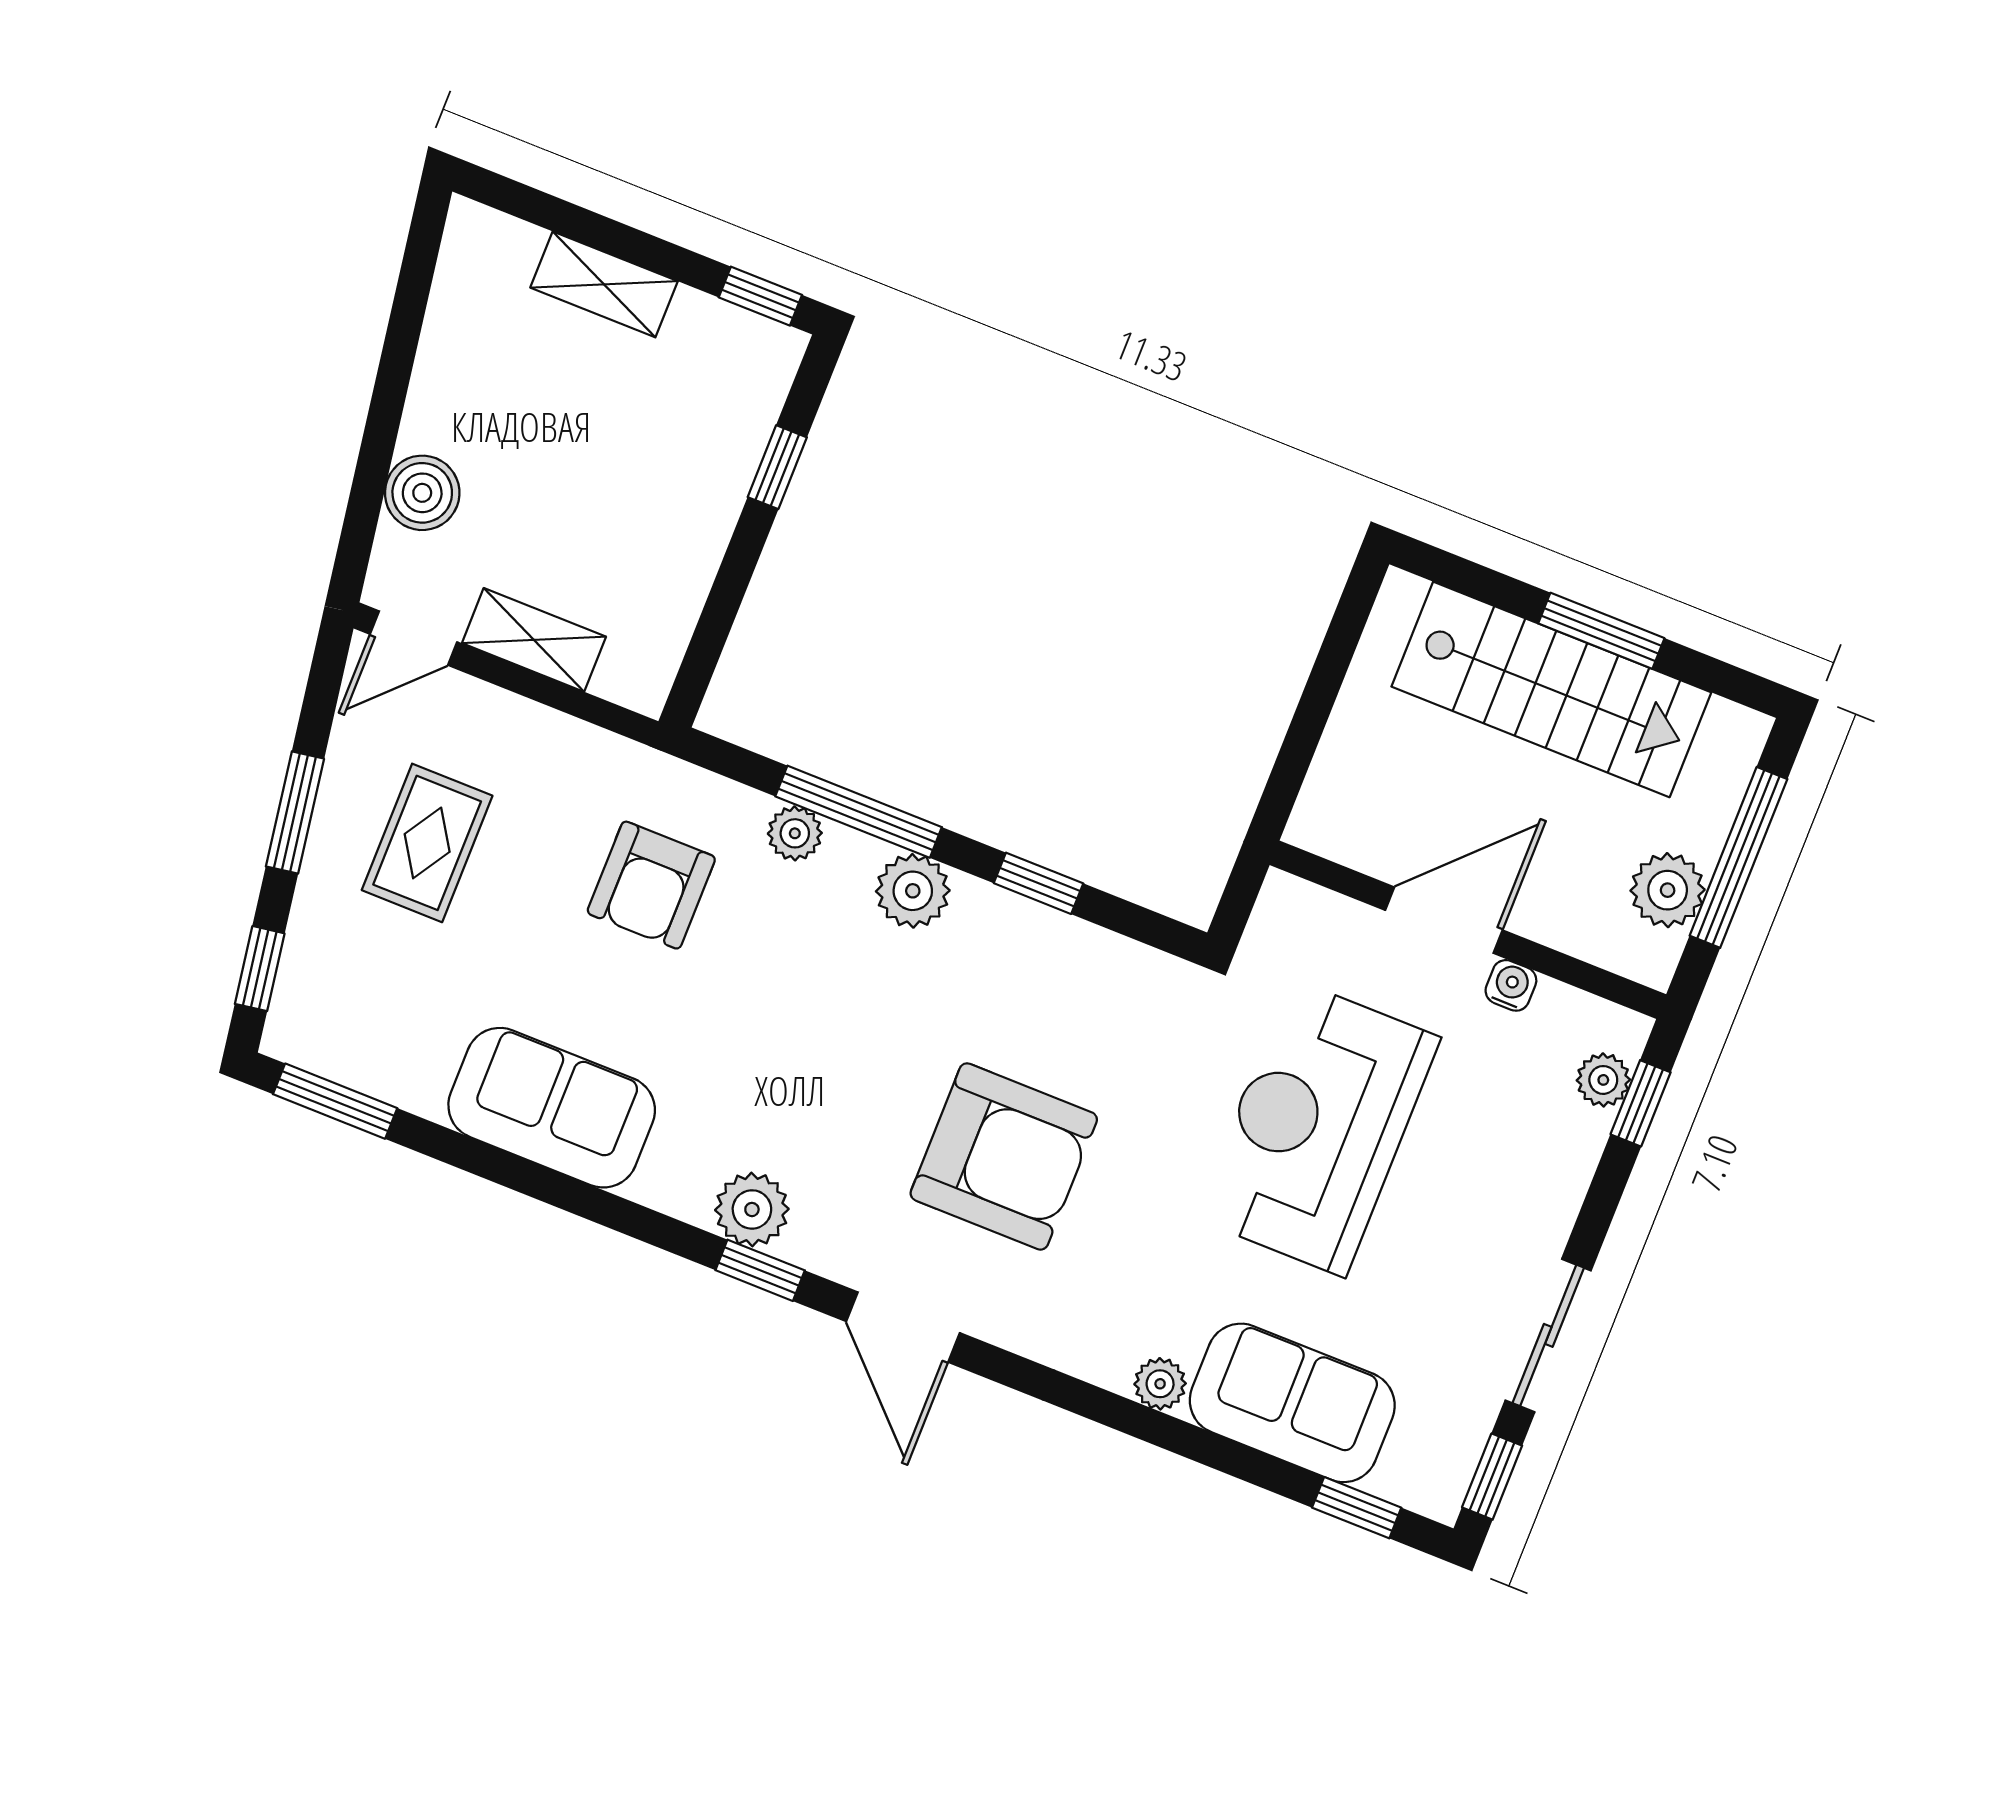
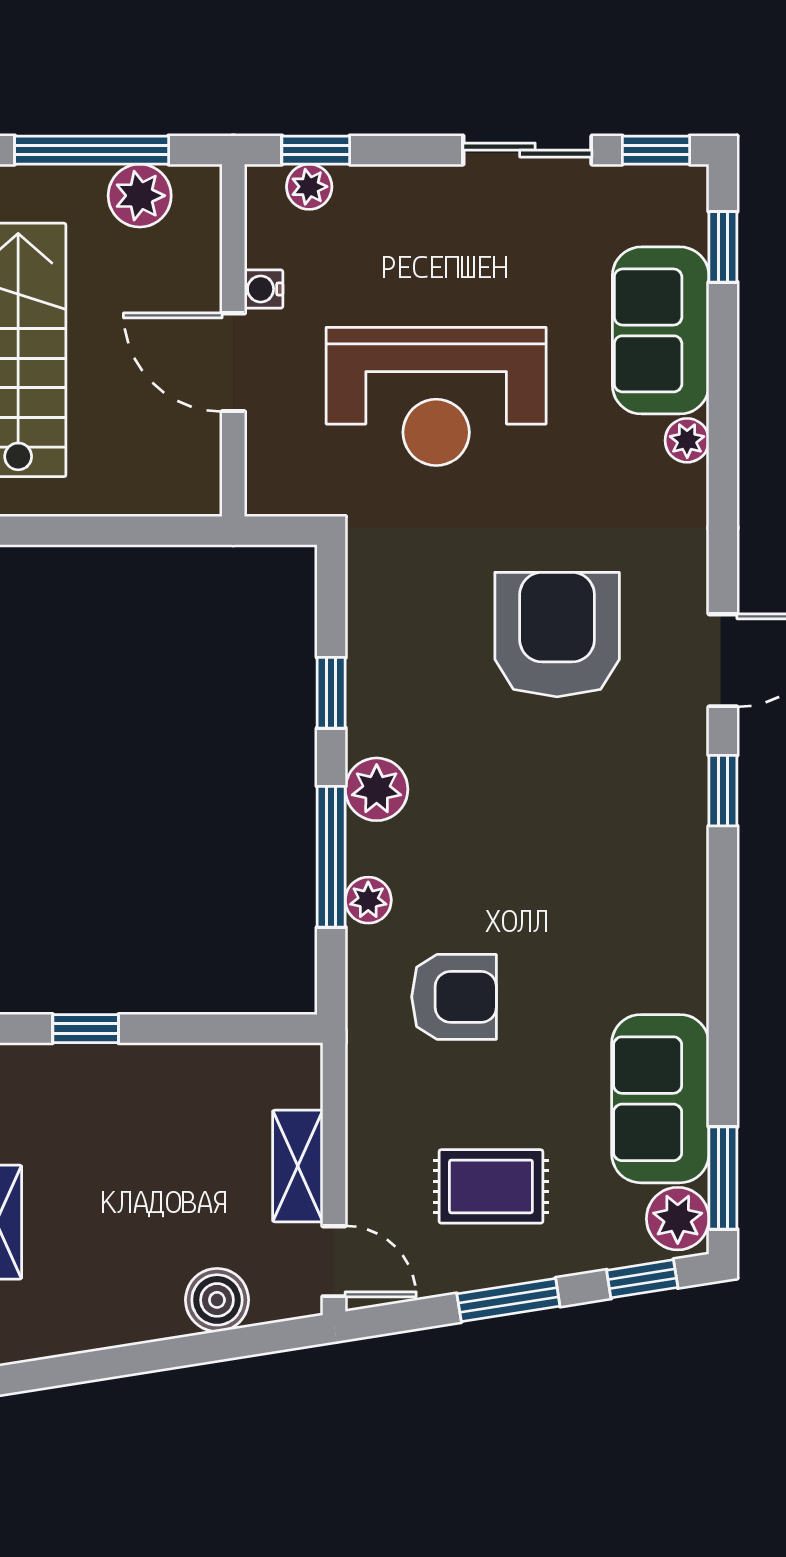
sofa: (552, 1108) -> (660, 1099), moved
plant: (752, 1209) -> (678, 1219), moved

